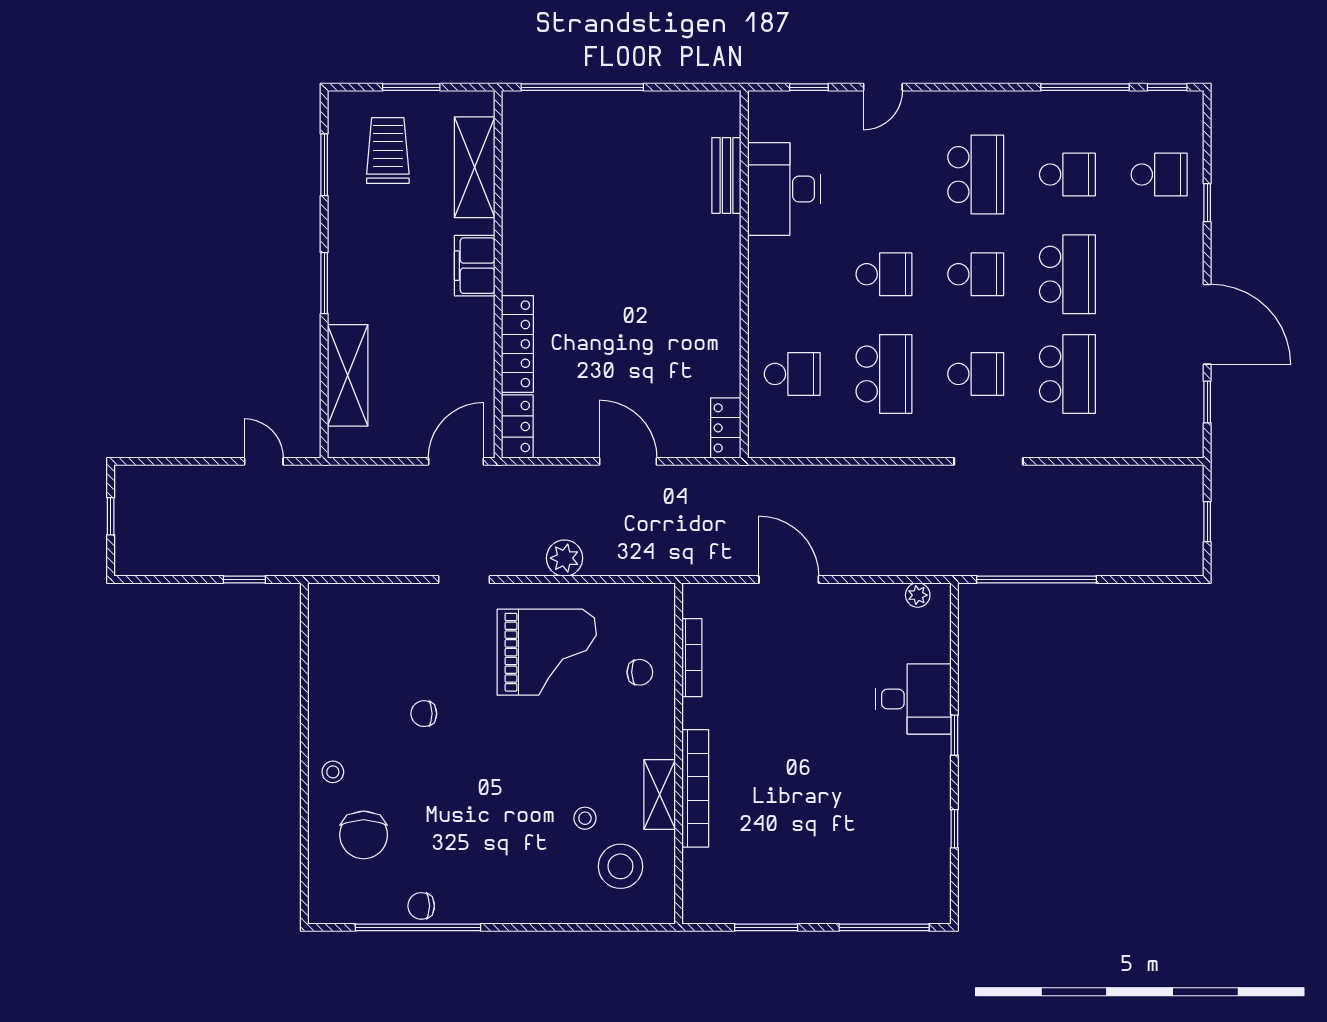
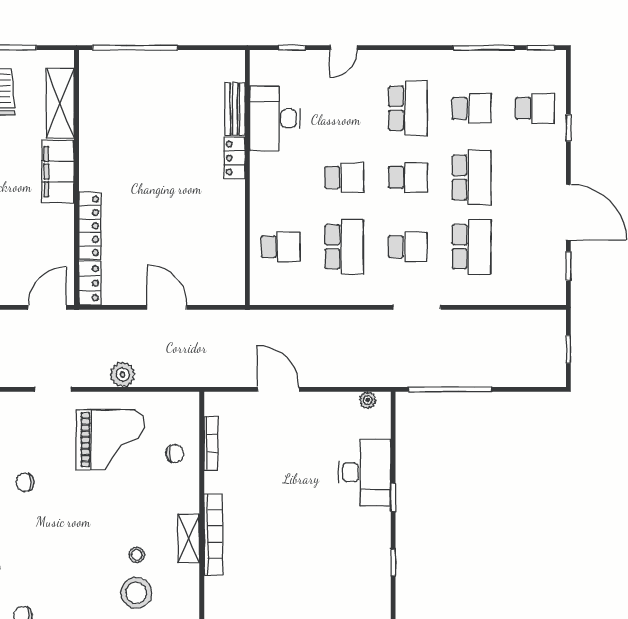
filing cabinet: (475, 266) -> (58, 172), width x1.50, depth x1.17
locker: (726, 428) -> (234, 158), moved
desk: (913, 699) -> (365, 472), width x1.37
stool: (620, 866) -> (136, 593), moved

